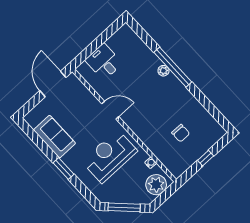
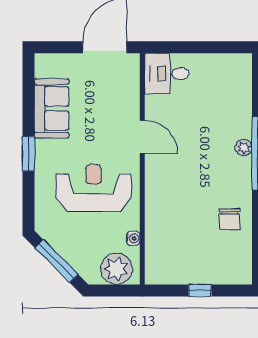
desk: (104, 62) -> (167, 74), moved, turned -90
chair: (181, 133) -> (230, 219), moved

